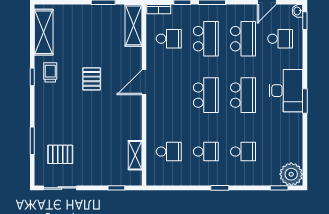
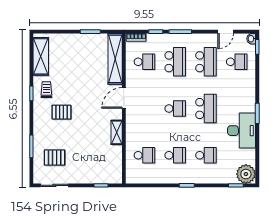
shelving: (133, 25) -> (115, 59), width x1.47
pallet: (92, 79) -> (62, 112), moved, turned 90
desk: (286, 91) -> (242, 131), moved
school desk: (206, 95) -> (175, 109), width x0.54
shelving: (135, 155) -> (117, 132), moved

